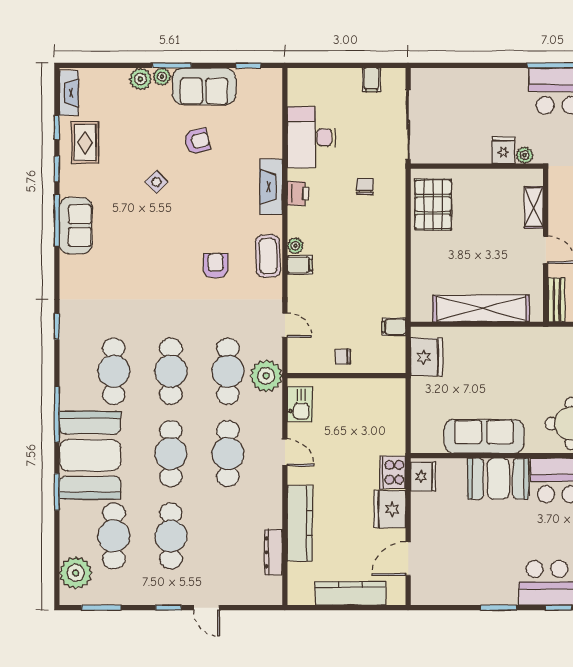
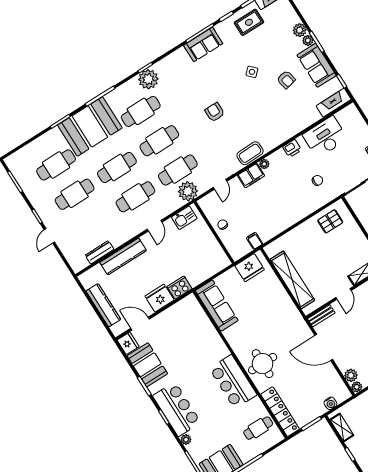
fireplace: (271, 187) -> (334, 103), moved
pallet: (433, 204) -> (330, 221), width x0.67, depth x0.71
filing cabinet: (300, 265) -> (251, 176), width x2.00
armchair: (216, 266) -> (215, 112), moved, turned -90
sofa: (484, 436) -> (217, 306), moved
fridge: (423, 476) -> (128, 343), moved, turned -90
booth: (498, 479) -> (147, 365), moved
plant: (76, 573) -> (148, 79), moved

